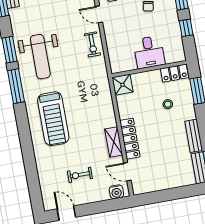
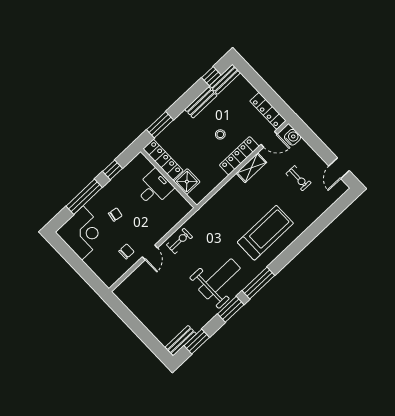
locker: (175, 73) -> (163, 160), width x1.53
shower: (123, 85) -> (187, 182), moved
stool: (168, 104) -> (220, 134), moved
door: (127, 172) -> (269, 139), hinge flipped
locker: (151, 186) -> (268, 111), added

